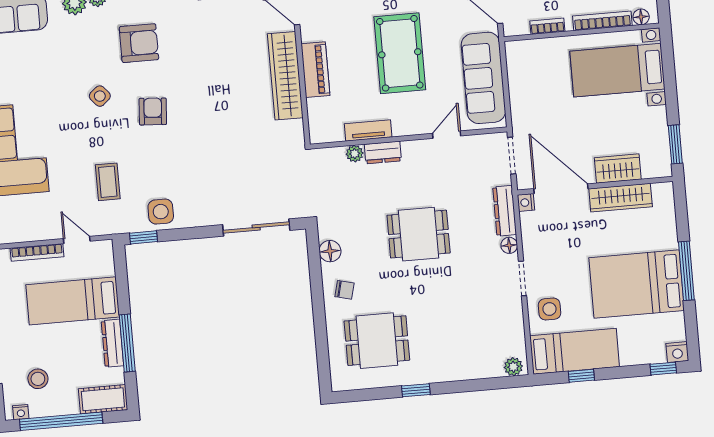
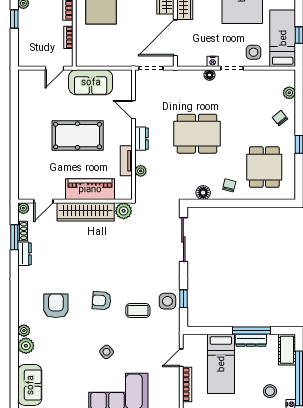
piano: (315, 70) -> (90, 189), width x1.37, depth x1.33
sofa: (483, 78) -> (91, 82), width x0.73
side table: (100, 96) -> (107, 352), moved
plant: (292, 133) -> (124, 211), added
dresser: (383, 152) -> (142, 139), moved
coffee table: (108, 182) -> (138, 311), moved
nightstand: (526, 202) -> (213, 61), moved
dresser: (505, 211) -> (187, 76), removed
dining table: (419, 234) -> (197, 134), width x1.38
window: (143, 237) -> (183, 299), moved
chair: (453, 358) -> (280, 118), added
plant: (513, 367) -> (289, 93), moved

